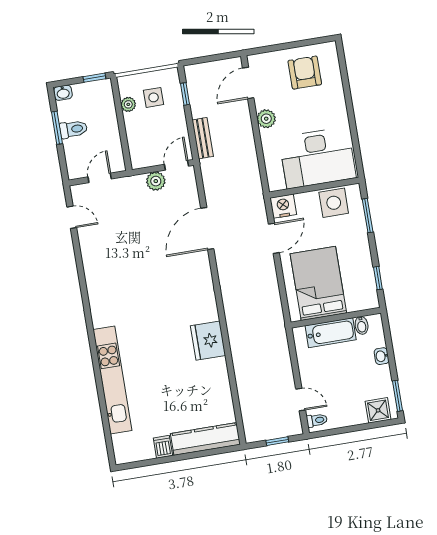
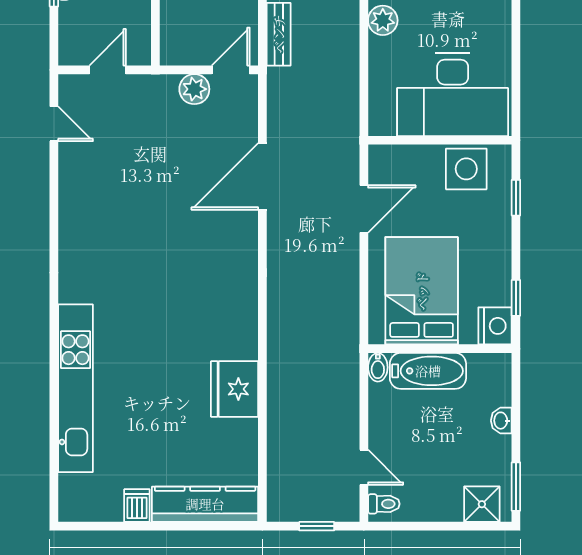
nightstand: (283, 206) -> (495, 326), moved, turned 90
window: (368, 216) -> (516, 198), width x0.67
bidet: (362, 325) -> (378, 367), moved
fridge: (208, 341) -> (235, 389), moved

